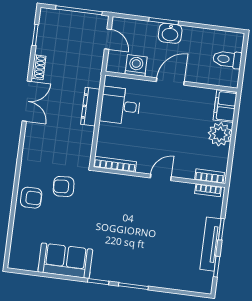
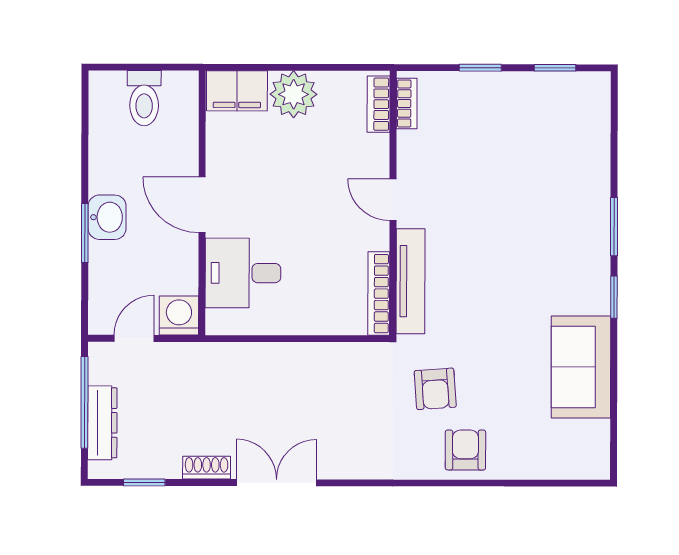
washing machine: (136, 65) -> (179, 316), moved, turned 90
desk: (120, 106) -> (243, 273), moved, turned 90
dresser: (90, 107) -> (102, 423), moved, turned -90
tv unit: (210, 244) -> (410, 281), moved, turned -90

